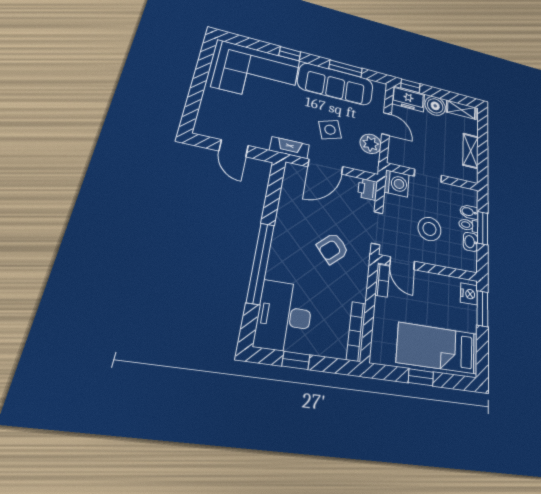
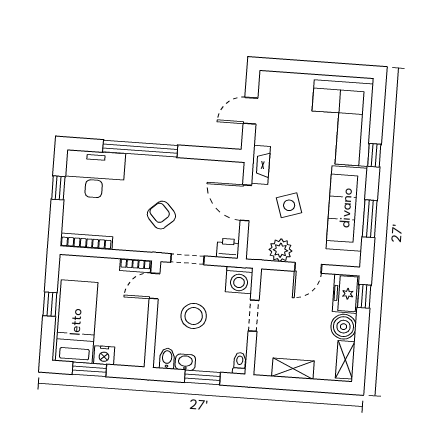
bidet: (469, 212) -> (167, 359), moved
toilet: (468, 225) -> (240, 363), moved
nightstand: (469, 294) -> (104, 355), moved
window: (482, 309) -> (89, 369), moved

